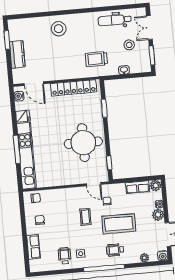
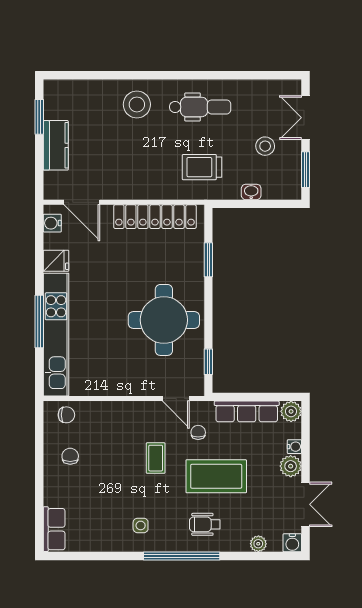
dental chair: (115, 20) -> (200, 107), moved, turned 180
row of seats: (138, 187) -> (247, 411), width x1.48
row of seats: (33, 247) -> (54, 529), moved
wheelchair: (65, 256) -> (110, 527), removed

